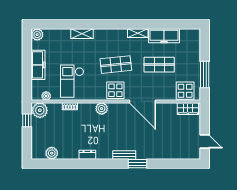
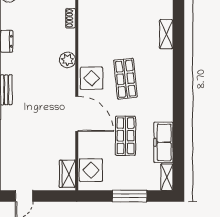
shelving: (138, 33) -> (167, 177), moved
window: (205, 75) -> (130, 196), moved
checkout: (72, 81) -> (104, 21), removed
door: (142, 101) -> (77, 114), swing flipped

